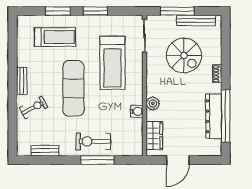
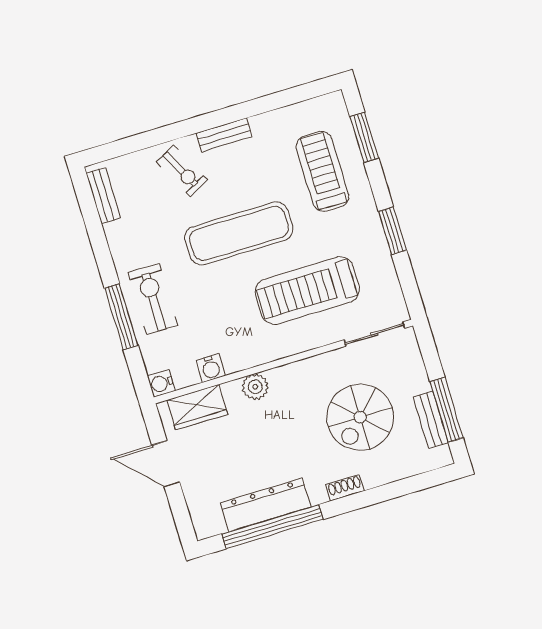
window: (58, 11) -> (364, 137), moved
window: (177, 11) -> (446, 410), moved
bench: (196, 20) -> (431, 420), width x0.73
treadmill: (55, 37) -> (323, 171), turned 180
water cooler: (137, 111) -> (211, 368), moved
water cooler: (137, 150) -> (161, 383), added
bench: (45, 151) -> (103, 196), moved

